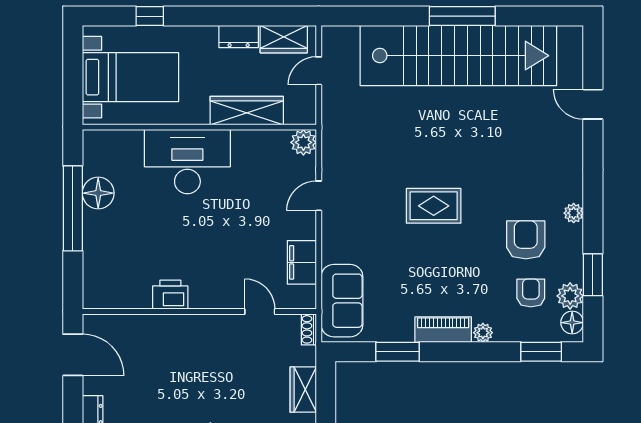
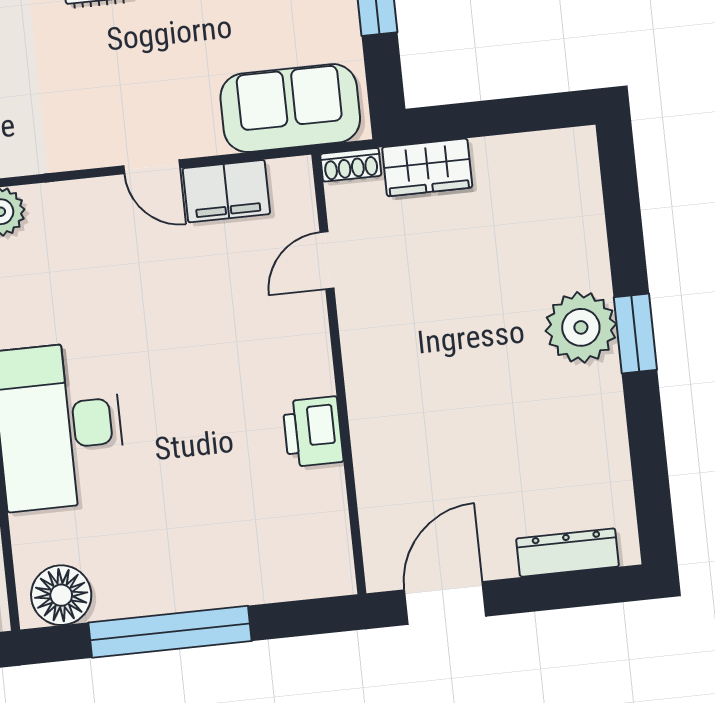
floor lamp: (98, 193) -> (61, 595), moved
door: (319, 196) -> (152, 167), moved
wardrobe: (303, 390) -> (427, 167), moved

